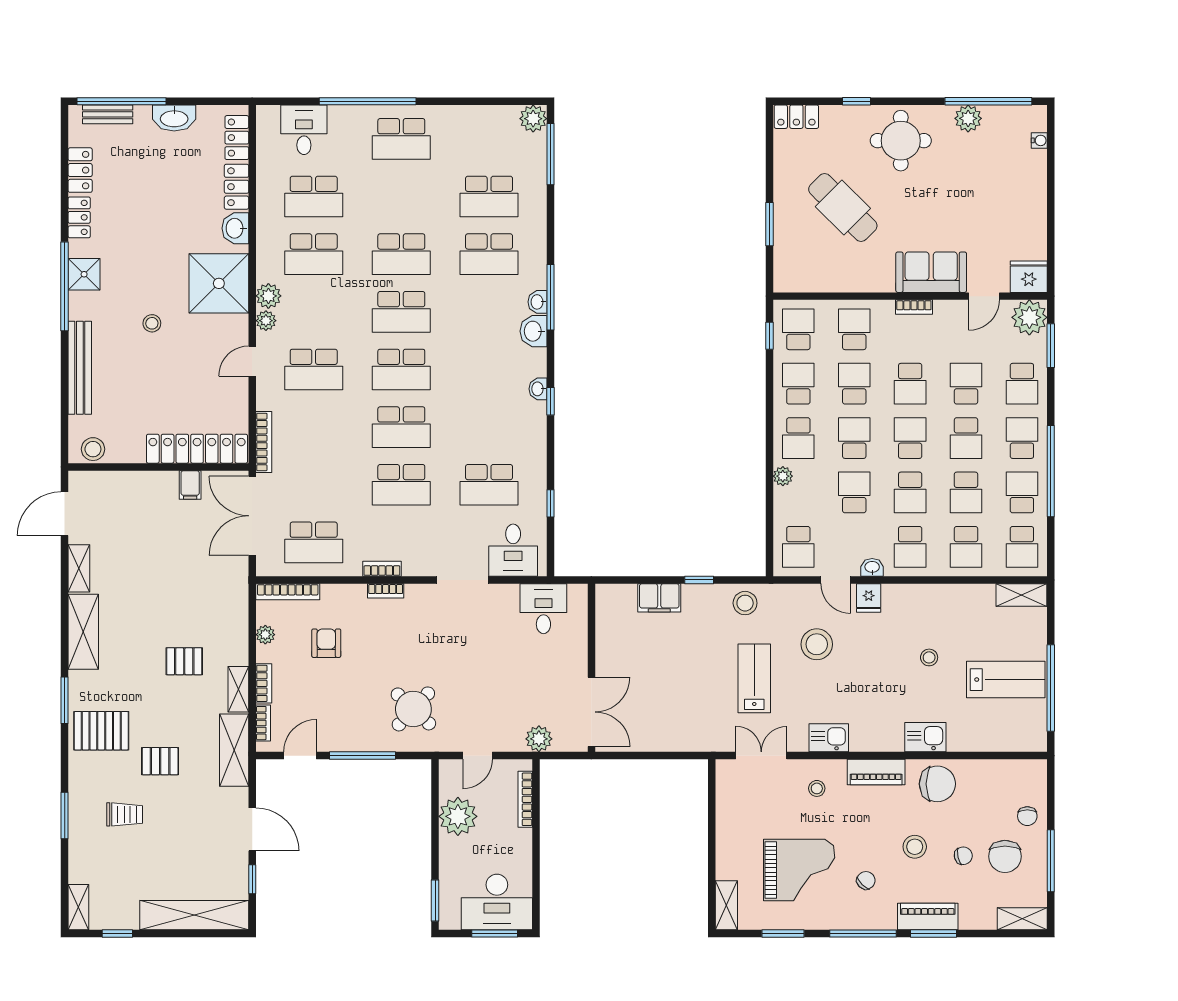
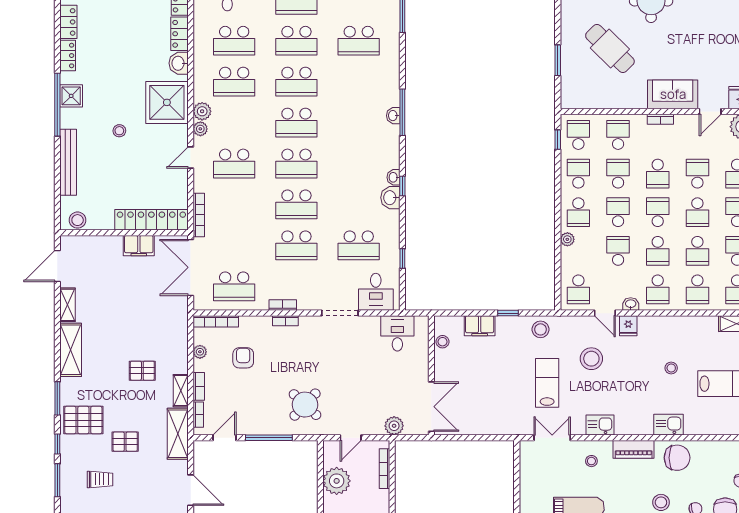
school desk: (489, 254) -> (296, 41), moved
washbasin: (534, 331) -> (390, 198), moved
filing cabinet: (190, 485) -> (139, 246), width x2.00
stool: (607, 620) -> (442, 342), added
window: (65, 765) -> (57, 444), added

